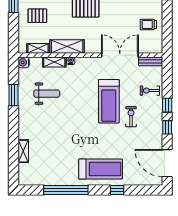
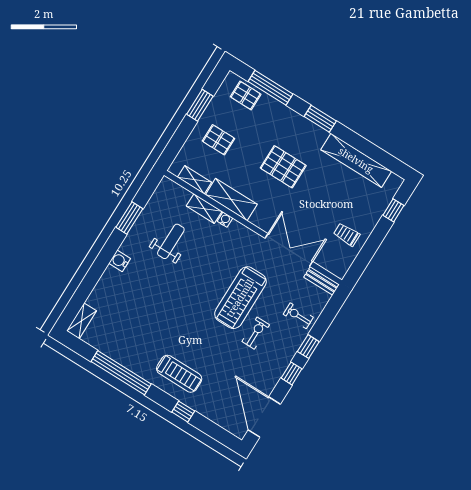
water cooler: (24, 62) -> (120, 261), moved
weight bench: (47, 94) -> (171, 241), turned -90
shelving: (23, 151) -> (82, 321), moved
treadmill: (101, 169) -> (179, 374), width x0.73, depth x0.73

